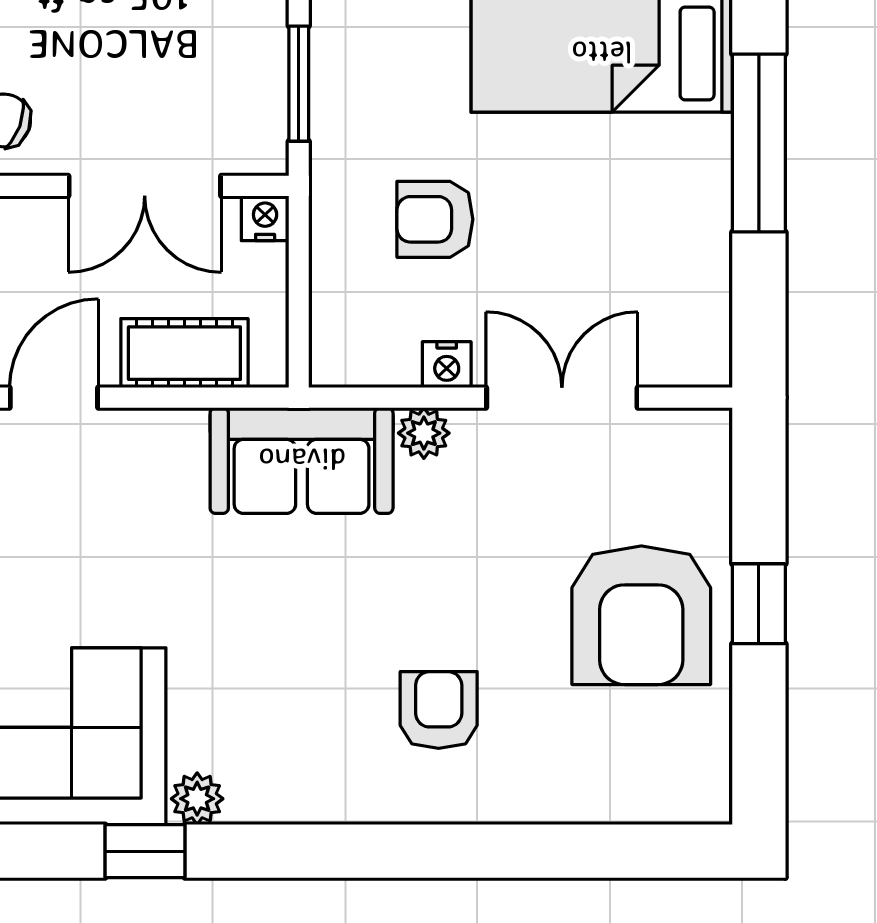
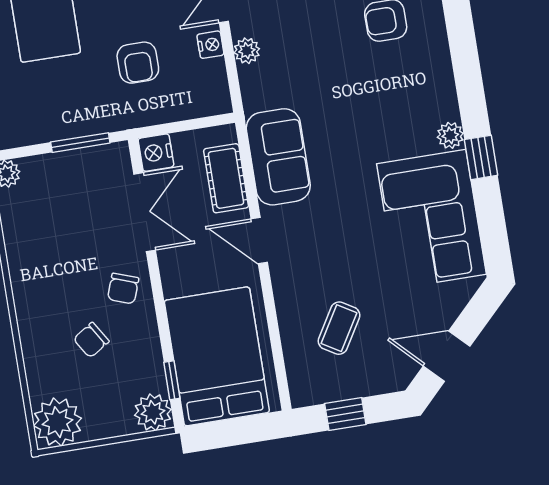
nightstand: (265, 218) -> (156, 153), width x1.39, depth x1.35
sofa: (302, 460) -> (278, 157), moved

